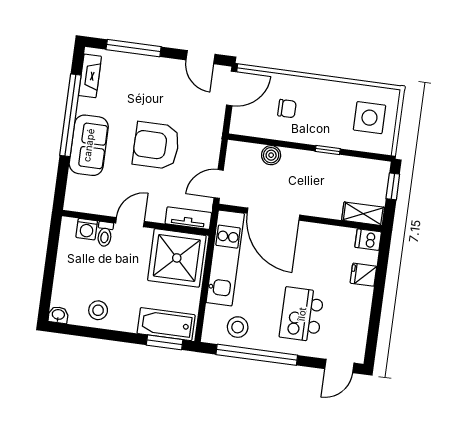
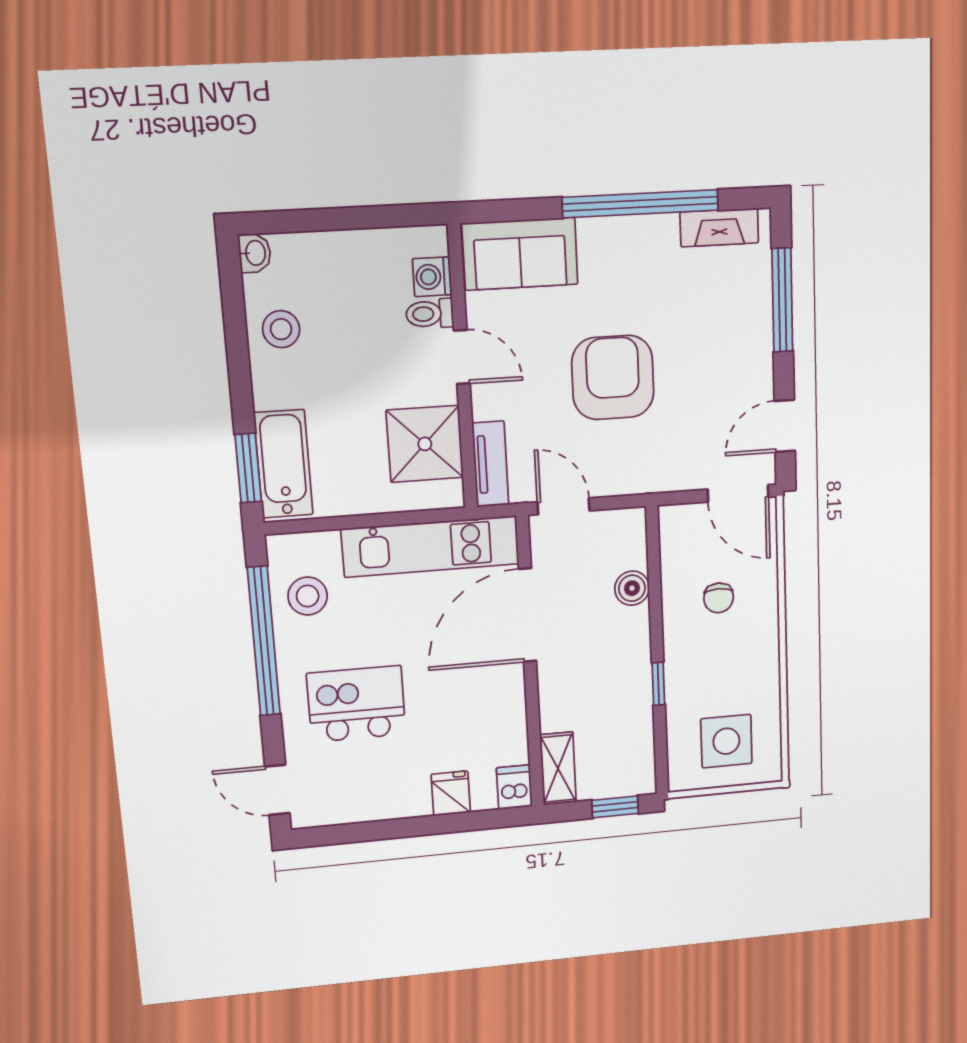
sofa: (89, 145) -> (520, 254), moved
shower: (177, 258) -> (425, 444), width x0.73, depth x0.73

